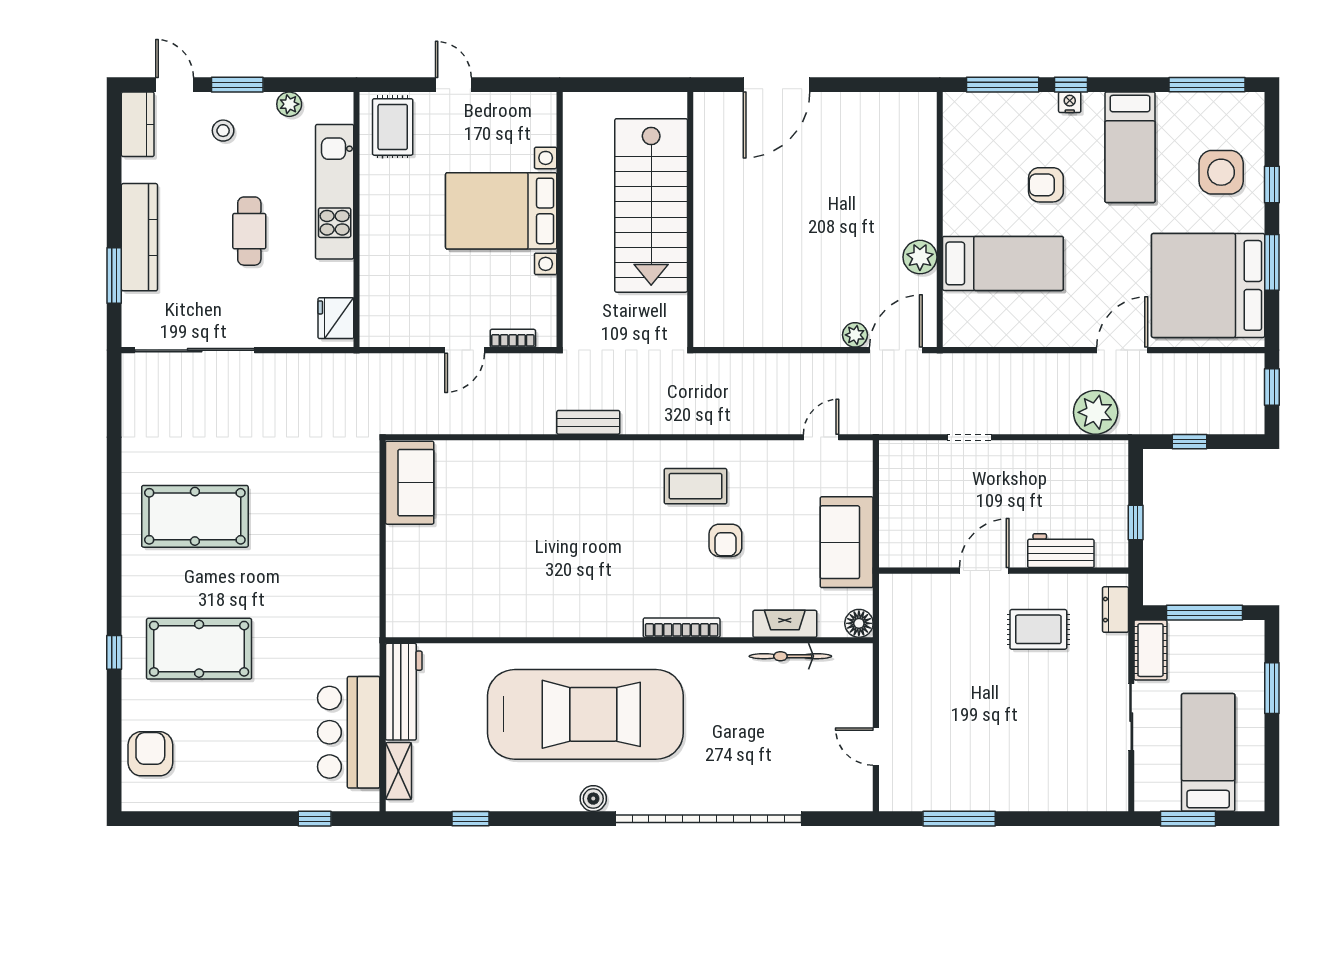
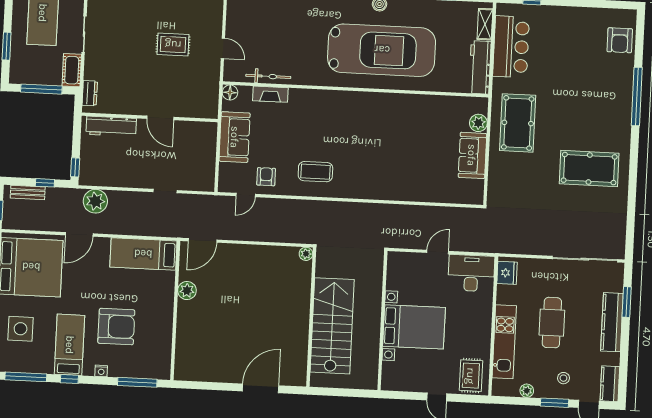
window: (1071, 85) -> (69, 379), moved
armchair: (1046, 185) -> (116, 327), width x1.88, depth x1.88
cafe table: (249, 231) -> (552, 323), width x1.37, depth x1.35
bed: (1003, 263) -> (143, 254), moved
desk: (401, 314) -> (471, 273), added
plant: (855, 335) -> (306, 254), moved
bookcase: (513, 338) -> (411, 257), removed
bench: (588, 422) -> (28, 192), moved
sofa: (410, 483) -> (472, 155), moved
window: (1136, 522) -> (75, 167), moved
armchair: (725, 540) -> (266, 177), moved
workbench: (1061, 551) -> (111, 126), width x1.38
door: (984, 571) -> (160, 118), hinge flipped
plant: (402, 590) -> (478, 123), added
bookcase: (682, 628) -> (327, 95), removed
rug: (1038, 629) -> (173, 45), moved
pool table: (199, 649) -> (518, 123), moved, turned 90
window: (114, 652) -> (637, 97), width x3.17
car: (585, 714) -> (382, 50), turned 180
door: (876, 747) -> (223, 48), moved

